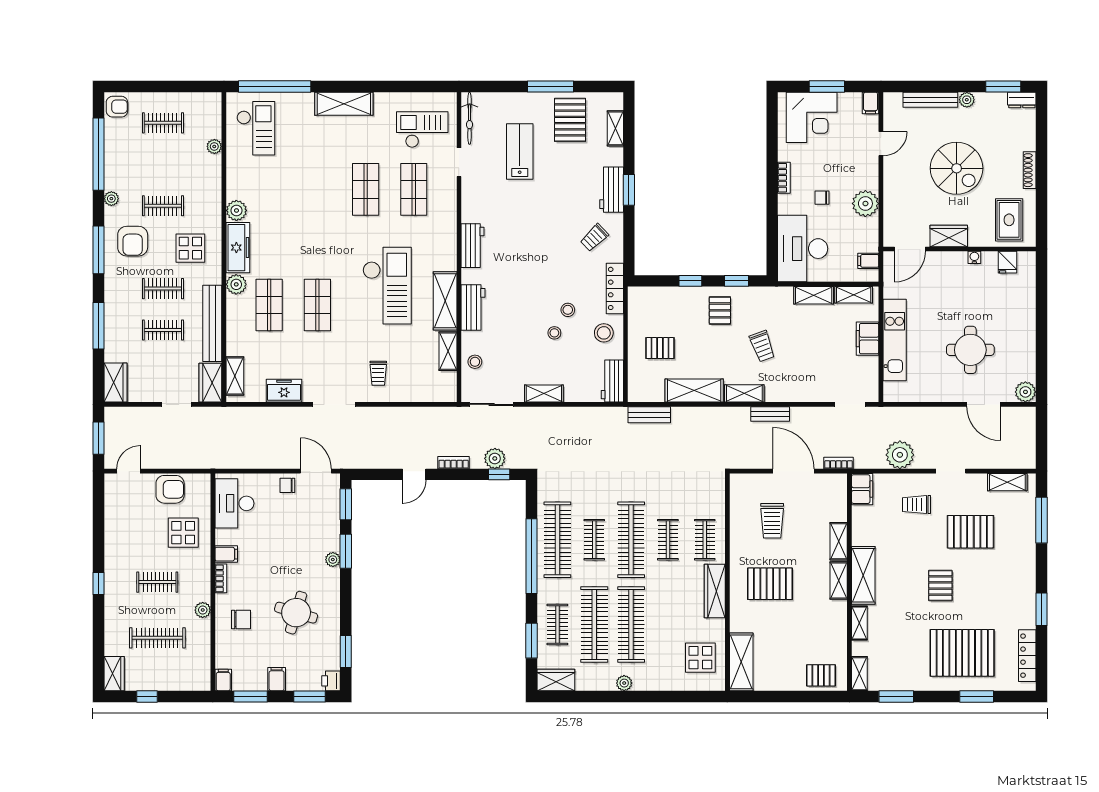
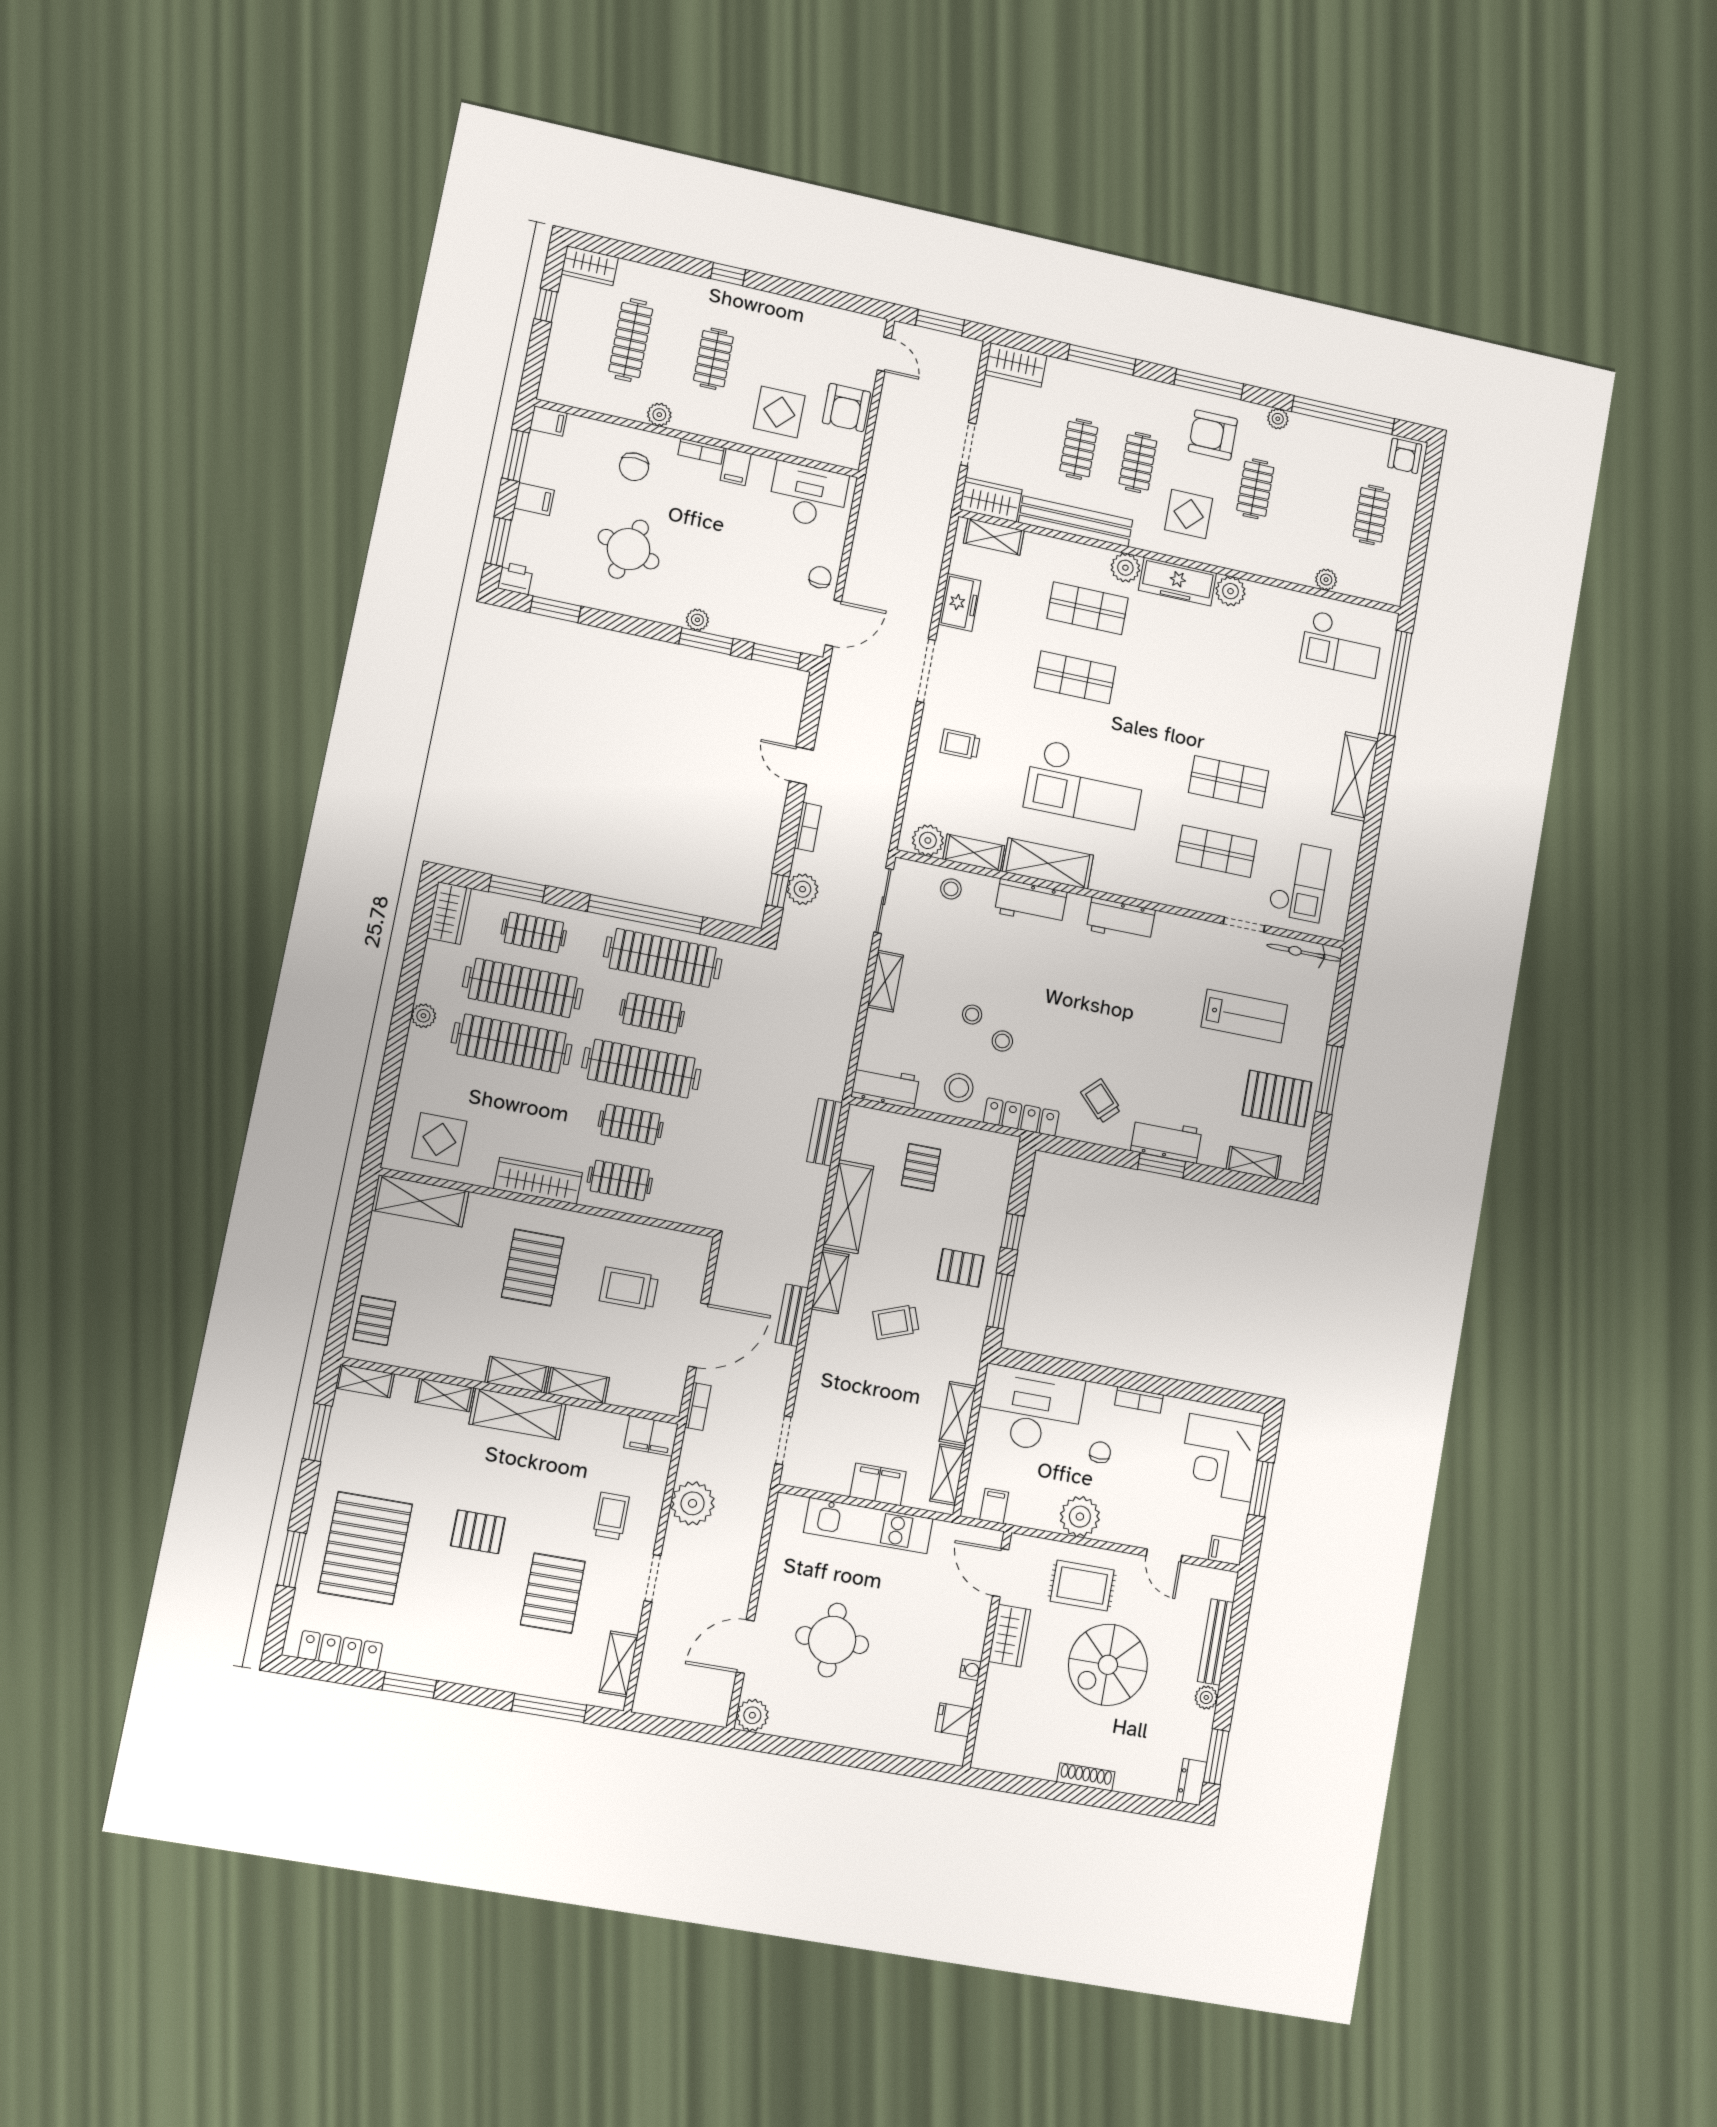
rug: (1009, 220) -> (1082, 1586), moved
window: (736, 281) -> (1000, 1301), width x1.50
plant: (446, 383) -> (928, 840), added

